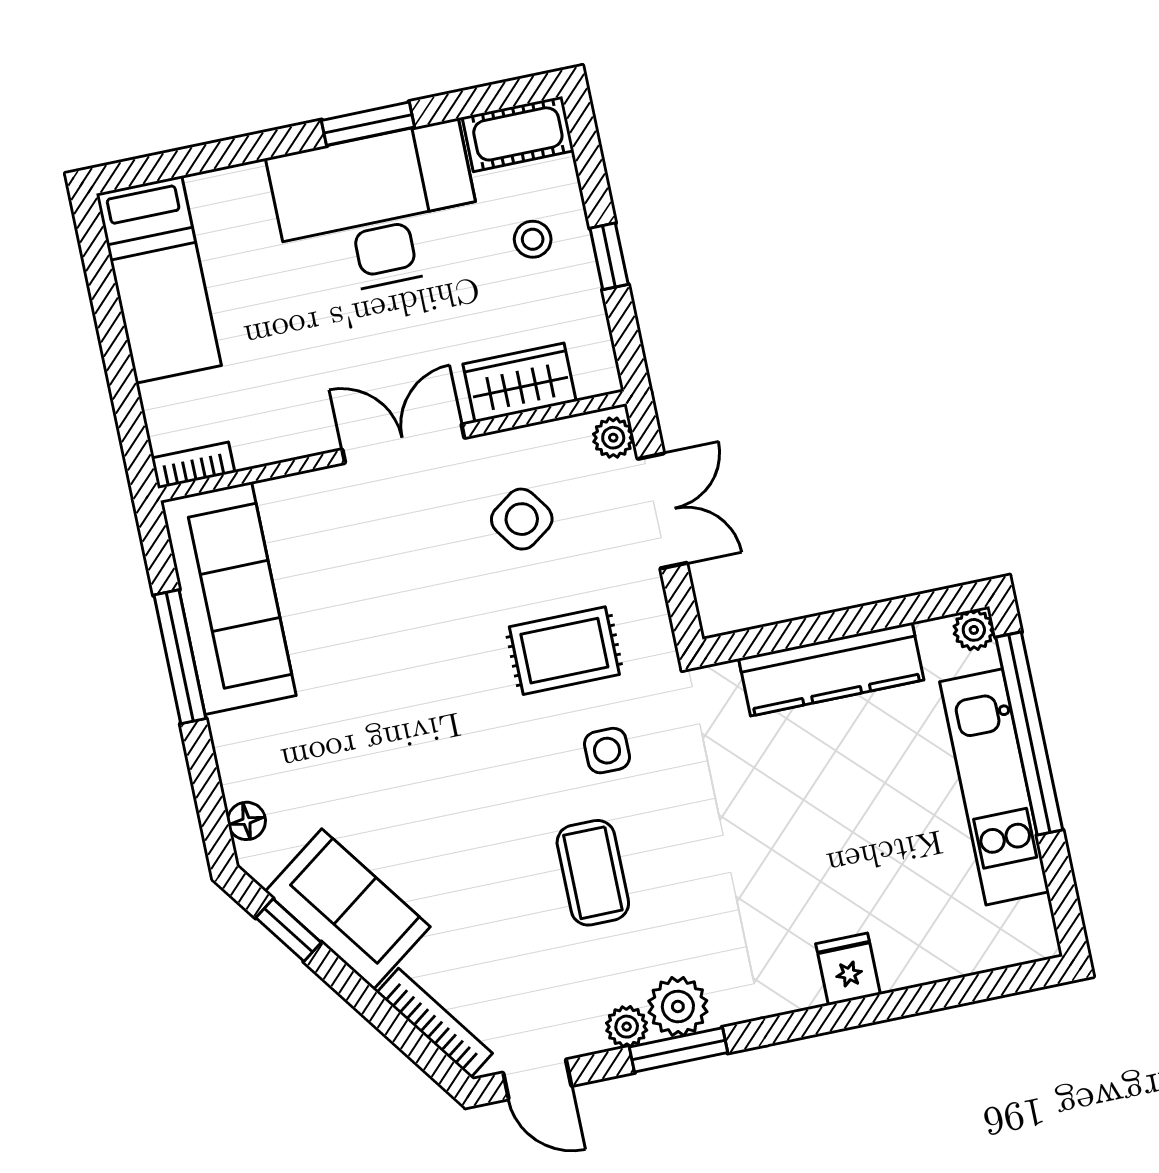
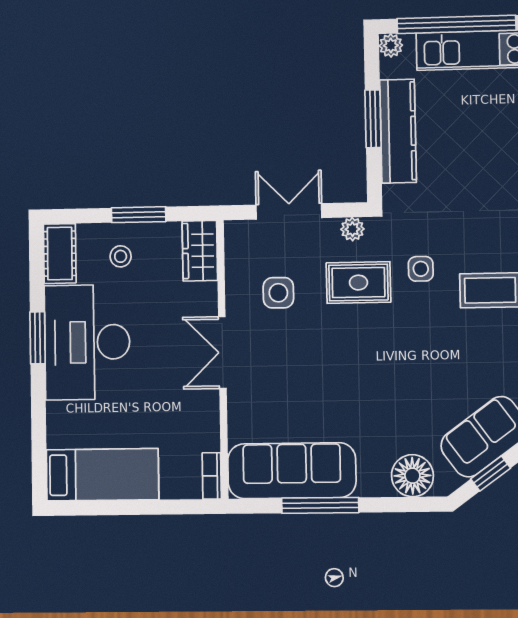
window: (609, 256) -> (139, 215), width x1.50
wardrobe: (520, 383) -> (200, 251), moved
plant: (613, 438) -> (352, 229), moved
side table: (522, 519) -> (278, 293), turned 35
window: (844, 623) -> (373, 119), added
rug: (564, 651) -> (358, 283), turned 90
floor lamp: (246, 821) -> (412, 476), width x1.89, depth x1.89

